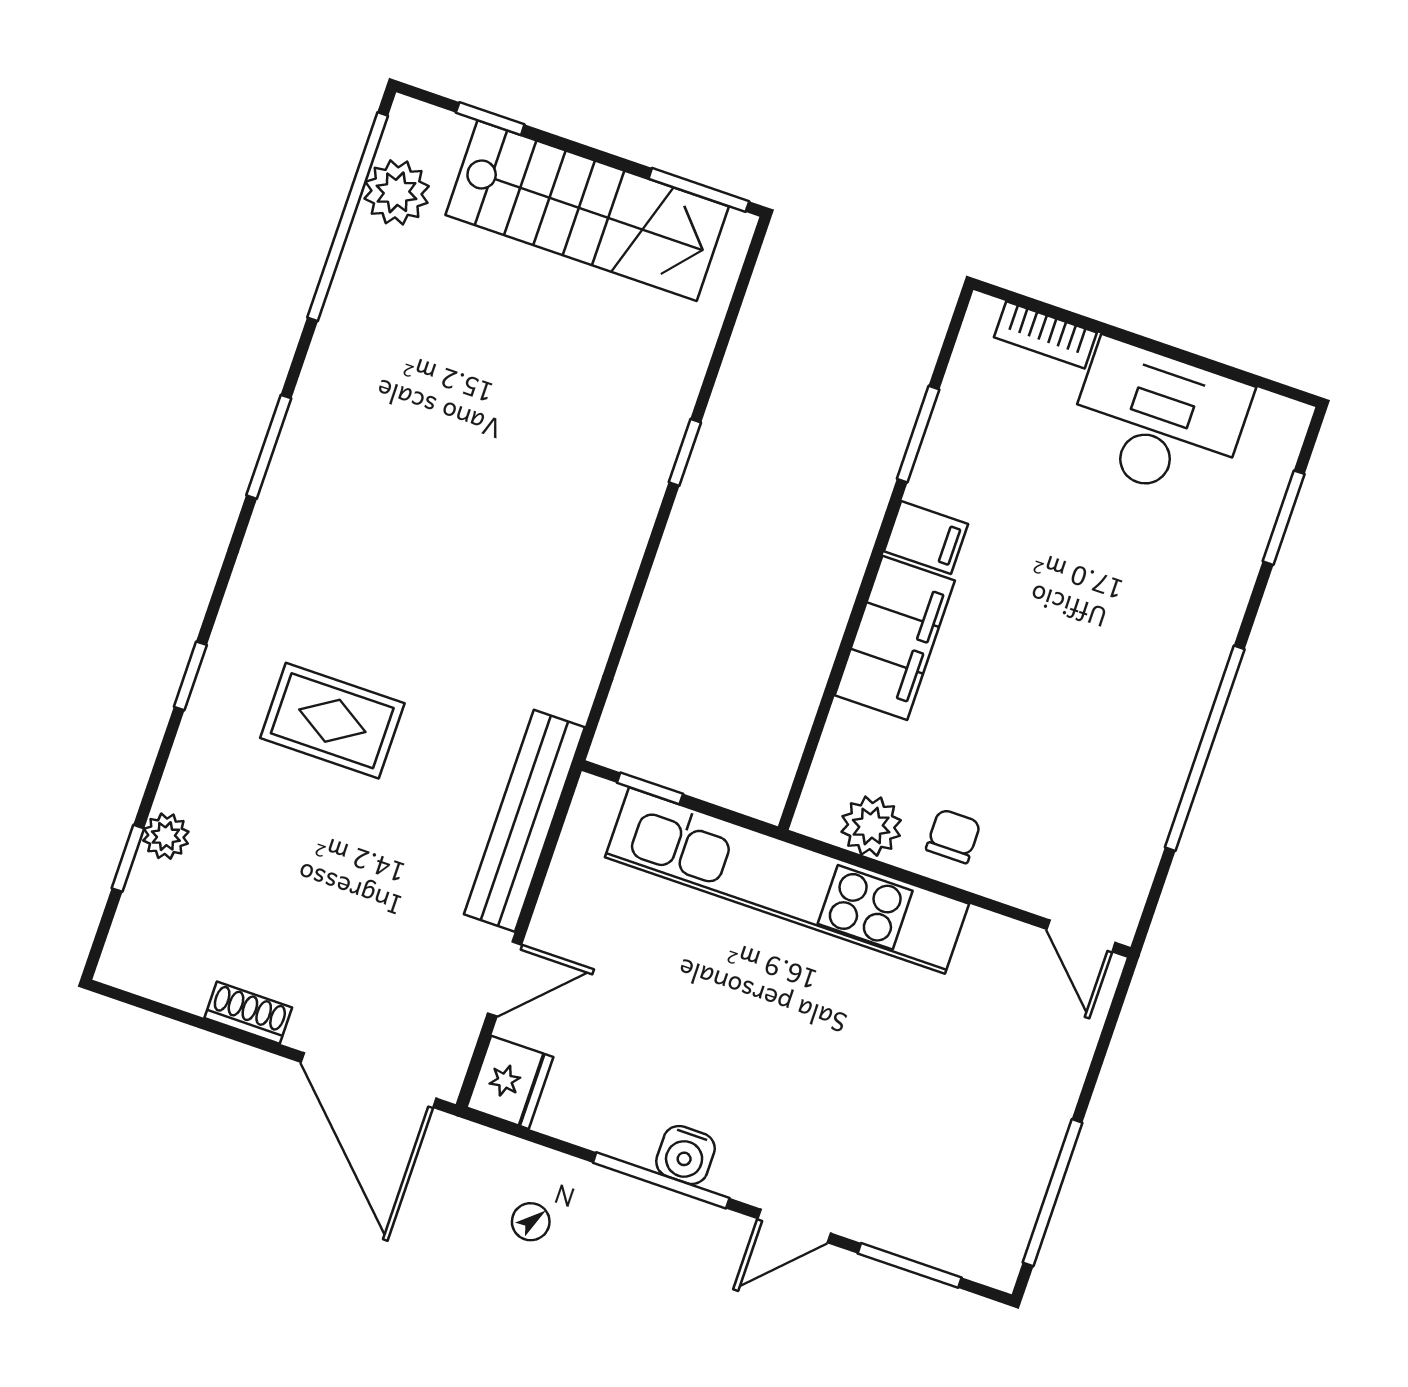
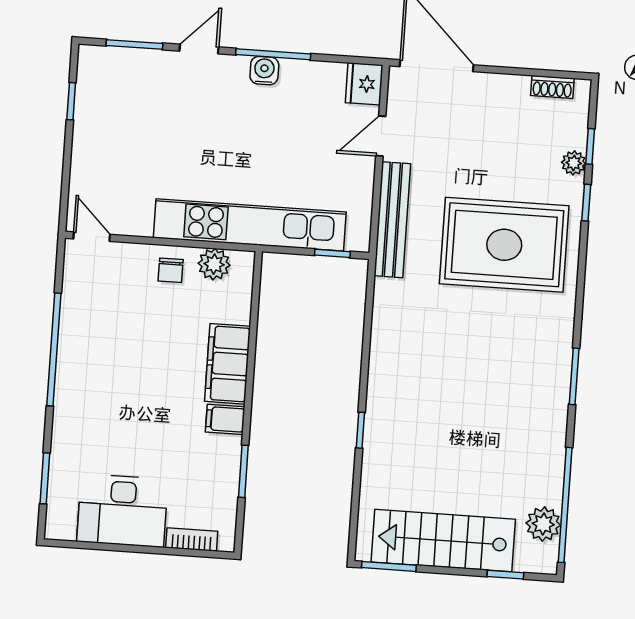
window: (190, 676) -> (586, 203), moved
rug: (332, 721) -> (504, 245), width x1.86, depth x2.06
shoe rack: (248, 1013) -> (552, 87), moved
window: (1053, 1193) -> (71, 101), width x0.46

